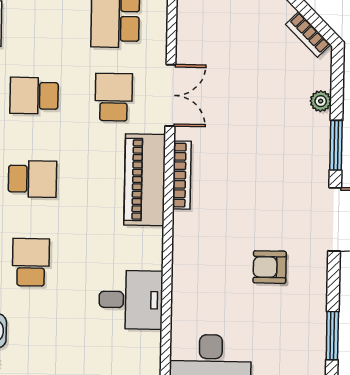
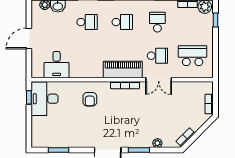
school desk: (32, 179) -> (122, 22), turned -90
armchair: (270, 267) -> (90, 99), moved, turned 180
desk: (131, 300) -> (57, 65), moved

